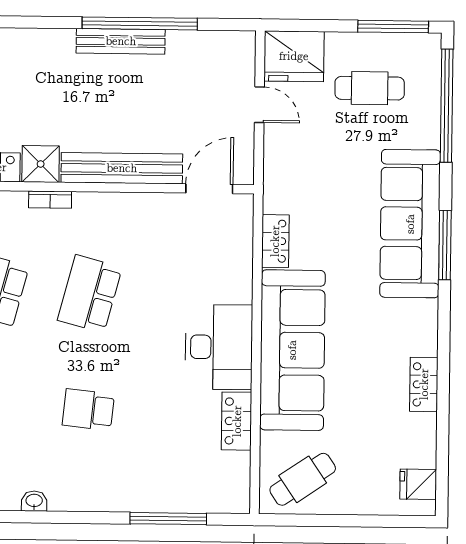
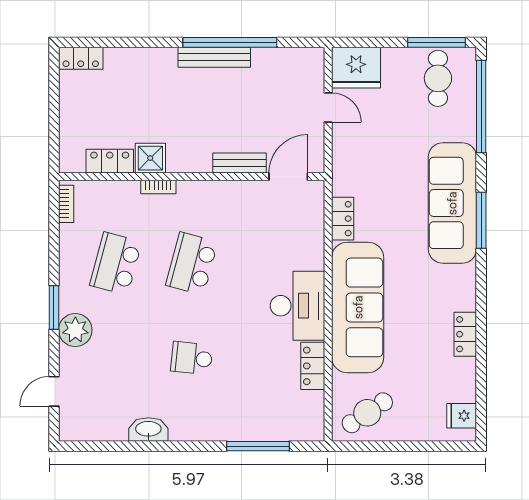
cafe table: (370, 88) -> (438, 78), moved, turned 90
bench: (122, 168) -> (240, 163), width x0.54, depth x0.82
washbasin: (34, 501) -> (148, 430), width x1.91, depth x1.45

